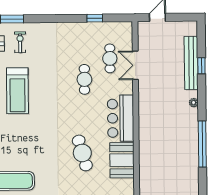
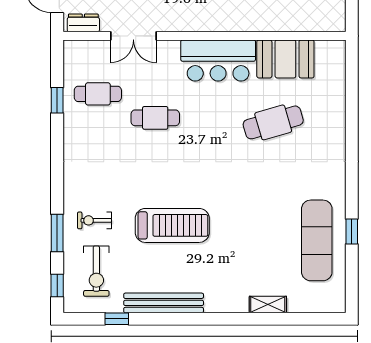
dresser: (143, 34) -> (83, 23), added
cafe table: (110, 58) -> (98, 94), moved

